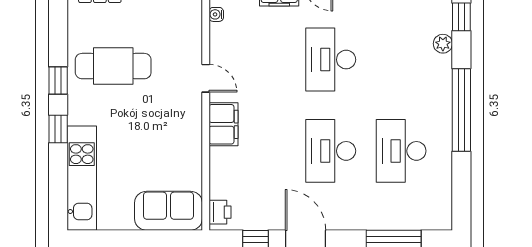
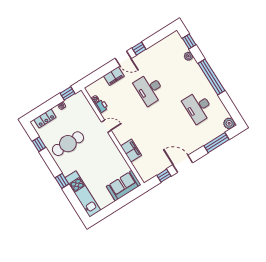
window: (58, 80) -> (39, 144), moved
filing cabinet: (223, 124) -> (131, 151), moved
desk: (331, 151) -> (171, 124), removed
printer: (220, 212) -> (101, 106), moved
plant: (440, 218) -> (229, 123), added

